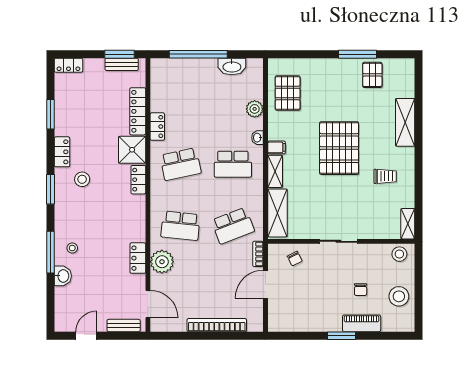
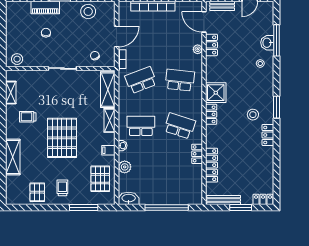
window: (120, 54) -> (241, 208), moved
window: (357, 54) -> (84, 208), moved
bench: (122, 64) -> (224, 200), width x1.36
washbasin: (232, 66) -> (129, 198), moved
trolley: (338, 81) -> (62, 188), added
window: (50, 114) -> (276, 163), removed
filing cabinet: (277, 147) -> (108, 150), moved
shower: (132, 150) -> (216, 93), moved
school desk: (180, 164) -> (180, 126), turned 30
shelving: (408, 224) -> (11, 93), moved
window: (50, 252) -> (276, 40), moved
locker: (138, 258) -> (211, 45), moved
plant: (162, 262) -> (198, 49), width x0.53, depth x0.53
stool: (399, 296) -> (88, 11), moved

